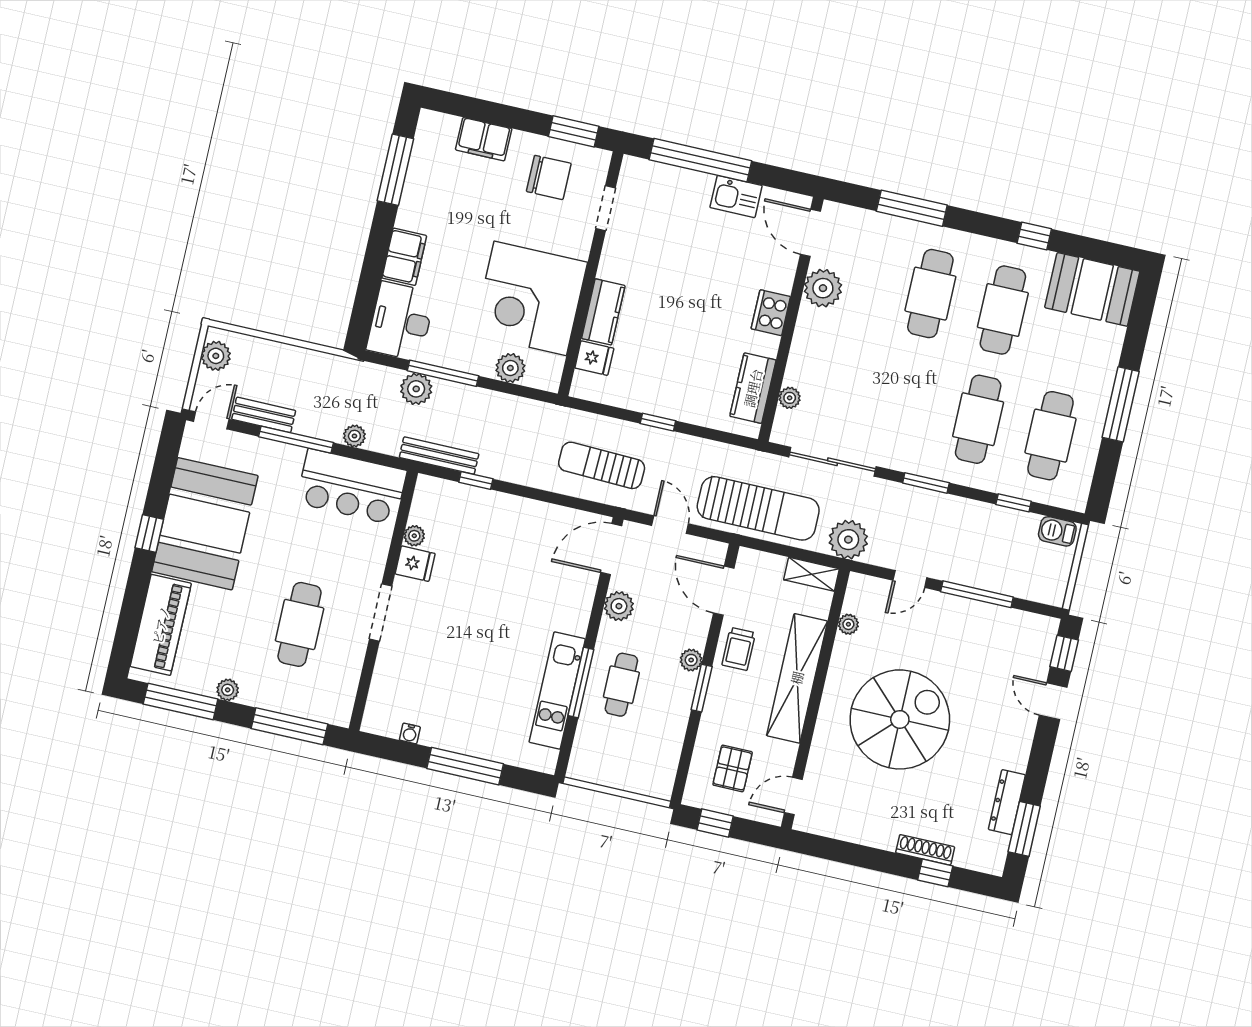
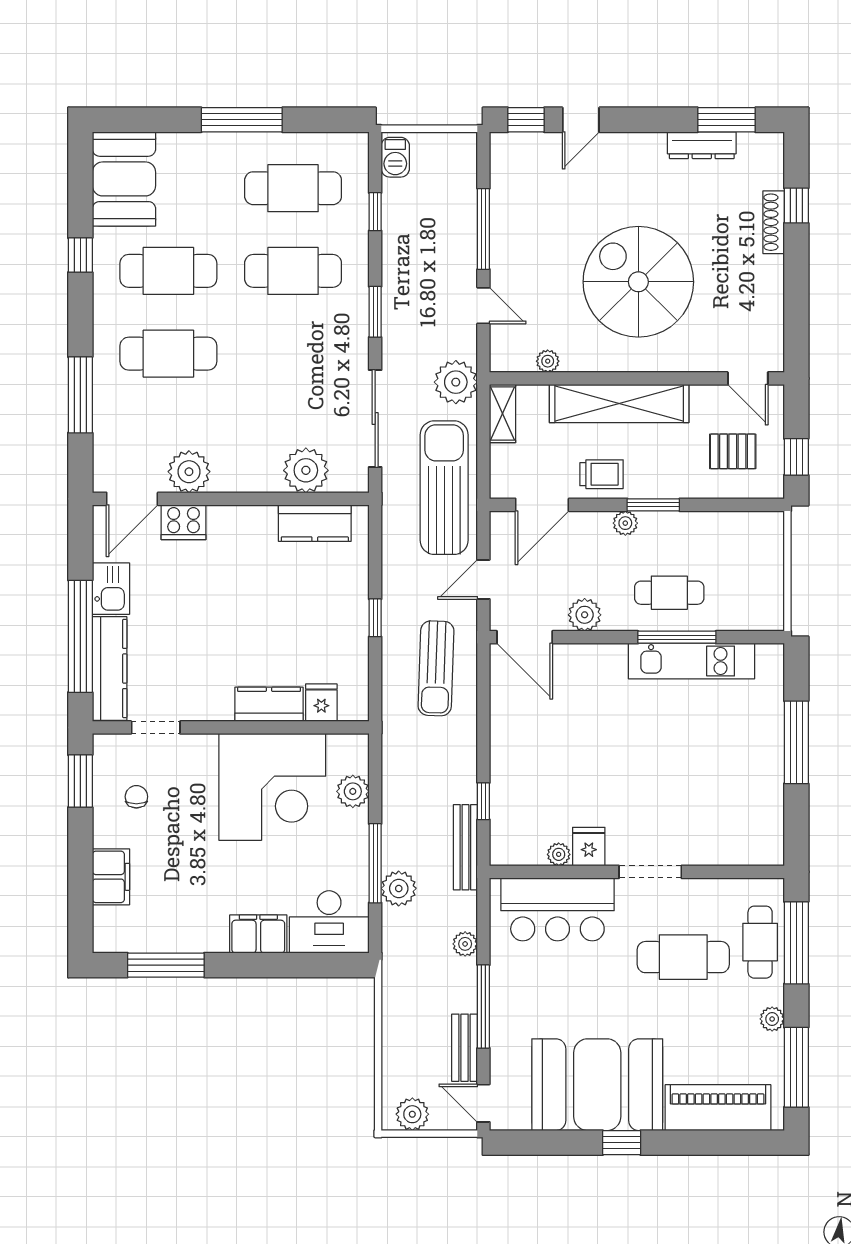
chair: (549, 177) -> (136, 797), width x0.54, depth x0.54
kitchen counter: (666, 179) -> (110, 669), added
cooker: (771, 313) -> (184, 522), moved
plant: (790, 398) -> (306, 470), width x1.88, depth x1.88
bar counter: (352, 487) -> (557, 909), moved, turned 90
cafe table: (297, 695) -> (760, 942), added
water cooler: (410, 733) -> (774, 810), removed

